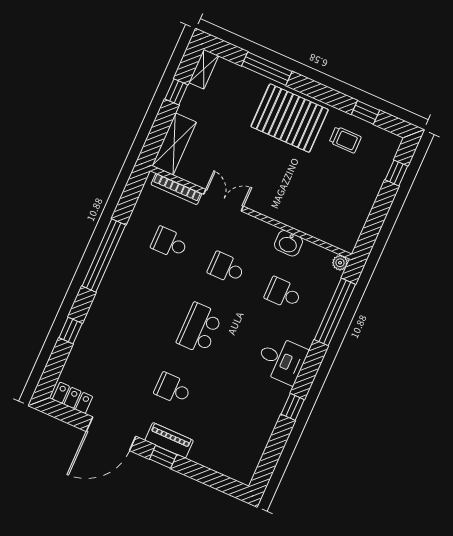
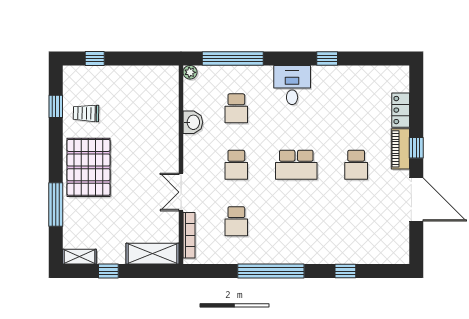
trolley: (345, 140) -> (86, 113), turned -89
locker: (73, 398) -> (401, 110), moved

